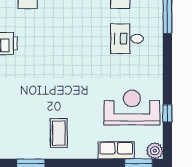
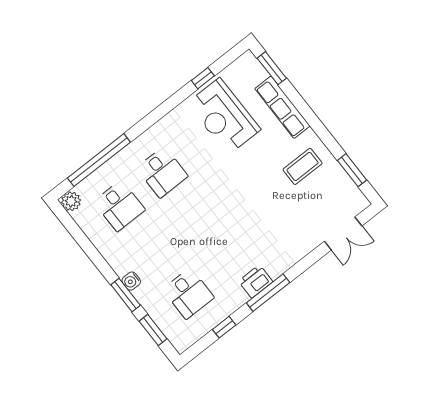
row of seats: (116, 150) -> (283, 107), width x1.48
plant: (155, 151) -> (248, 62), removed

